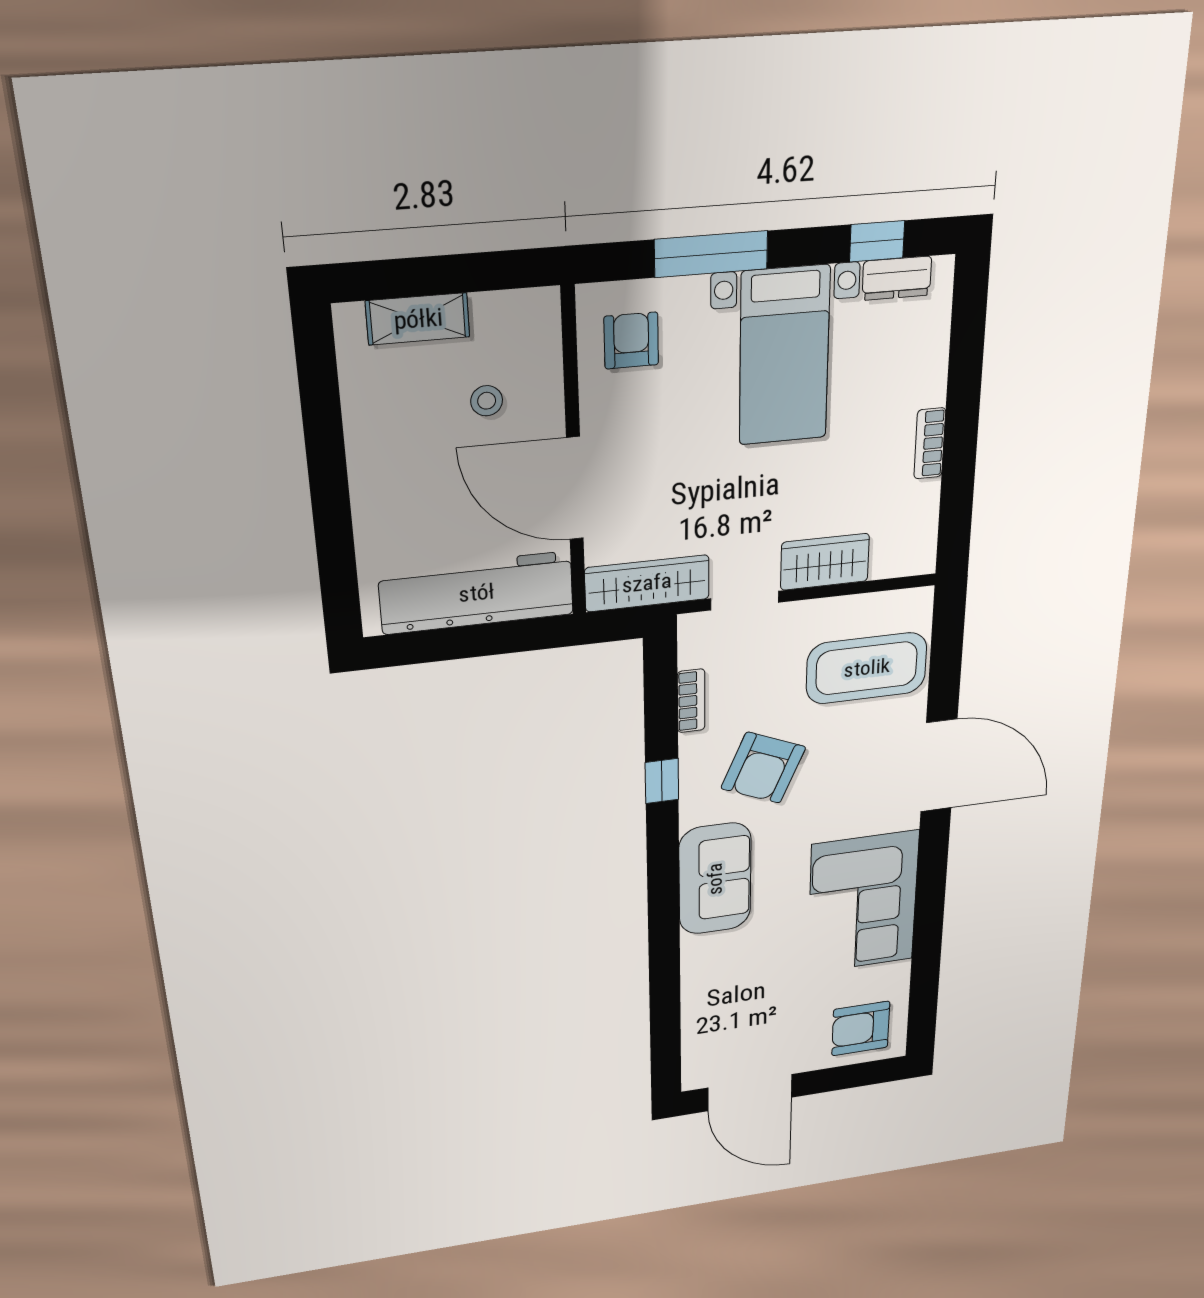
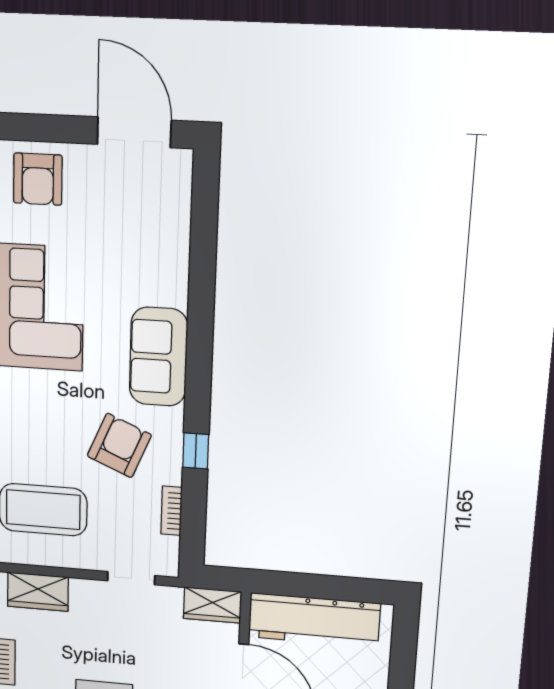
wardrobe: (825, 562) -> (38, 592), moved
wardrobe: (647, 583) -> (212, 605), width x0.67
armchair: (861, 1028) -> (38, 179), turned 90

